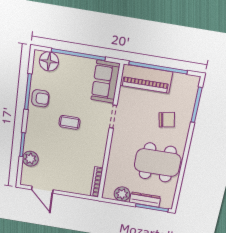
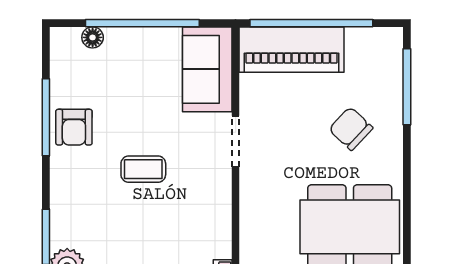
floor lamp: (49, 61) -> (93, 37), width x0.53, depth x0.53
armchair: (40, 98) -> (74, 127), turned 90
chair: (167, 120) -> (351, 129), turned -126

